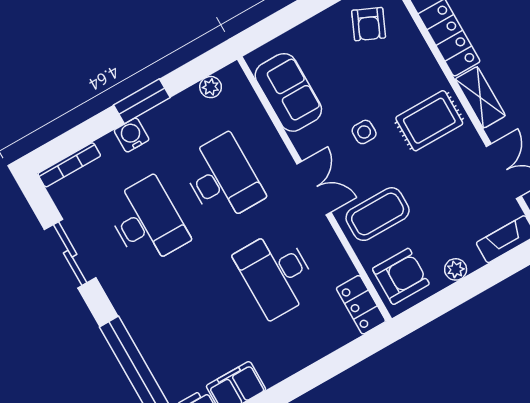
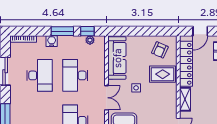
window: (194, 71) -> (87, 31), added
sofa: (288, 92) -> (117, 58), width x1.36
rug: (429, 121) -> (163, 74), moved
desk: (222, 179) -> (75, 75), turned 180

